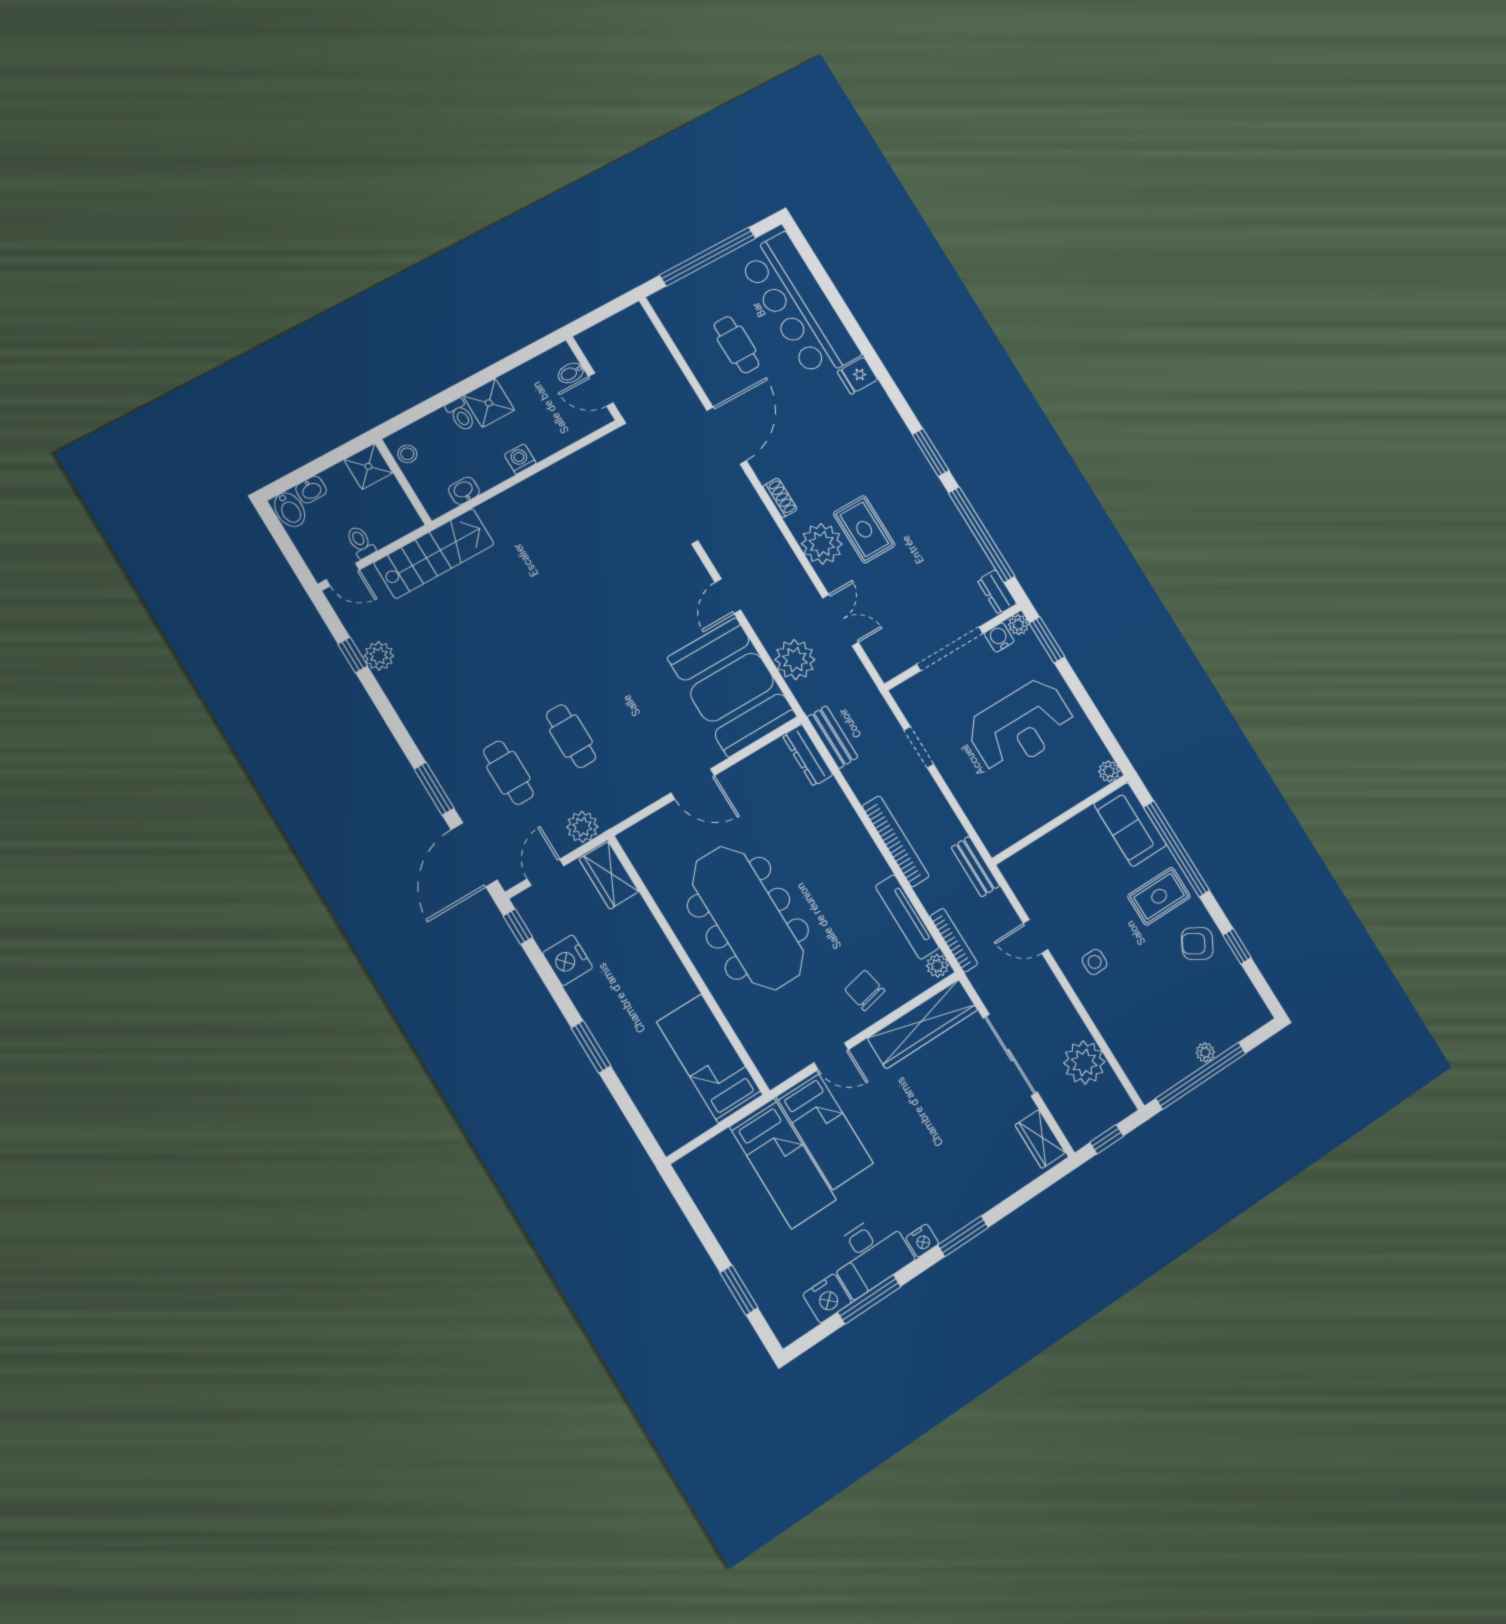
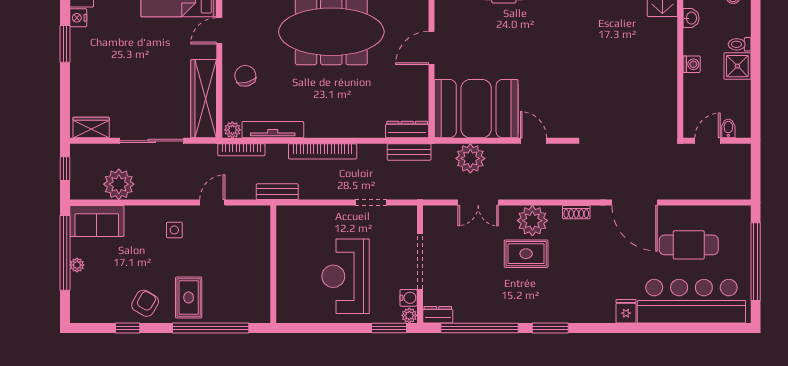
cafe table: (737, 345) -> (689, 245), width x1.37, depth x1.35
plant: (1109, 771) -> (284, 315), removed
sofa: (1130, 825) -> (97, 221), moved, turned 180
chair: (865, 990) -> (245, 76), turned -93

